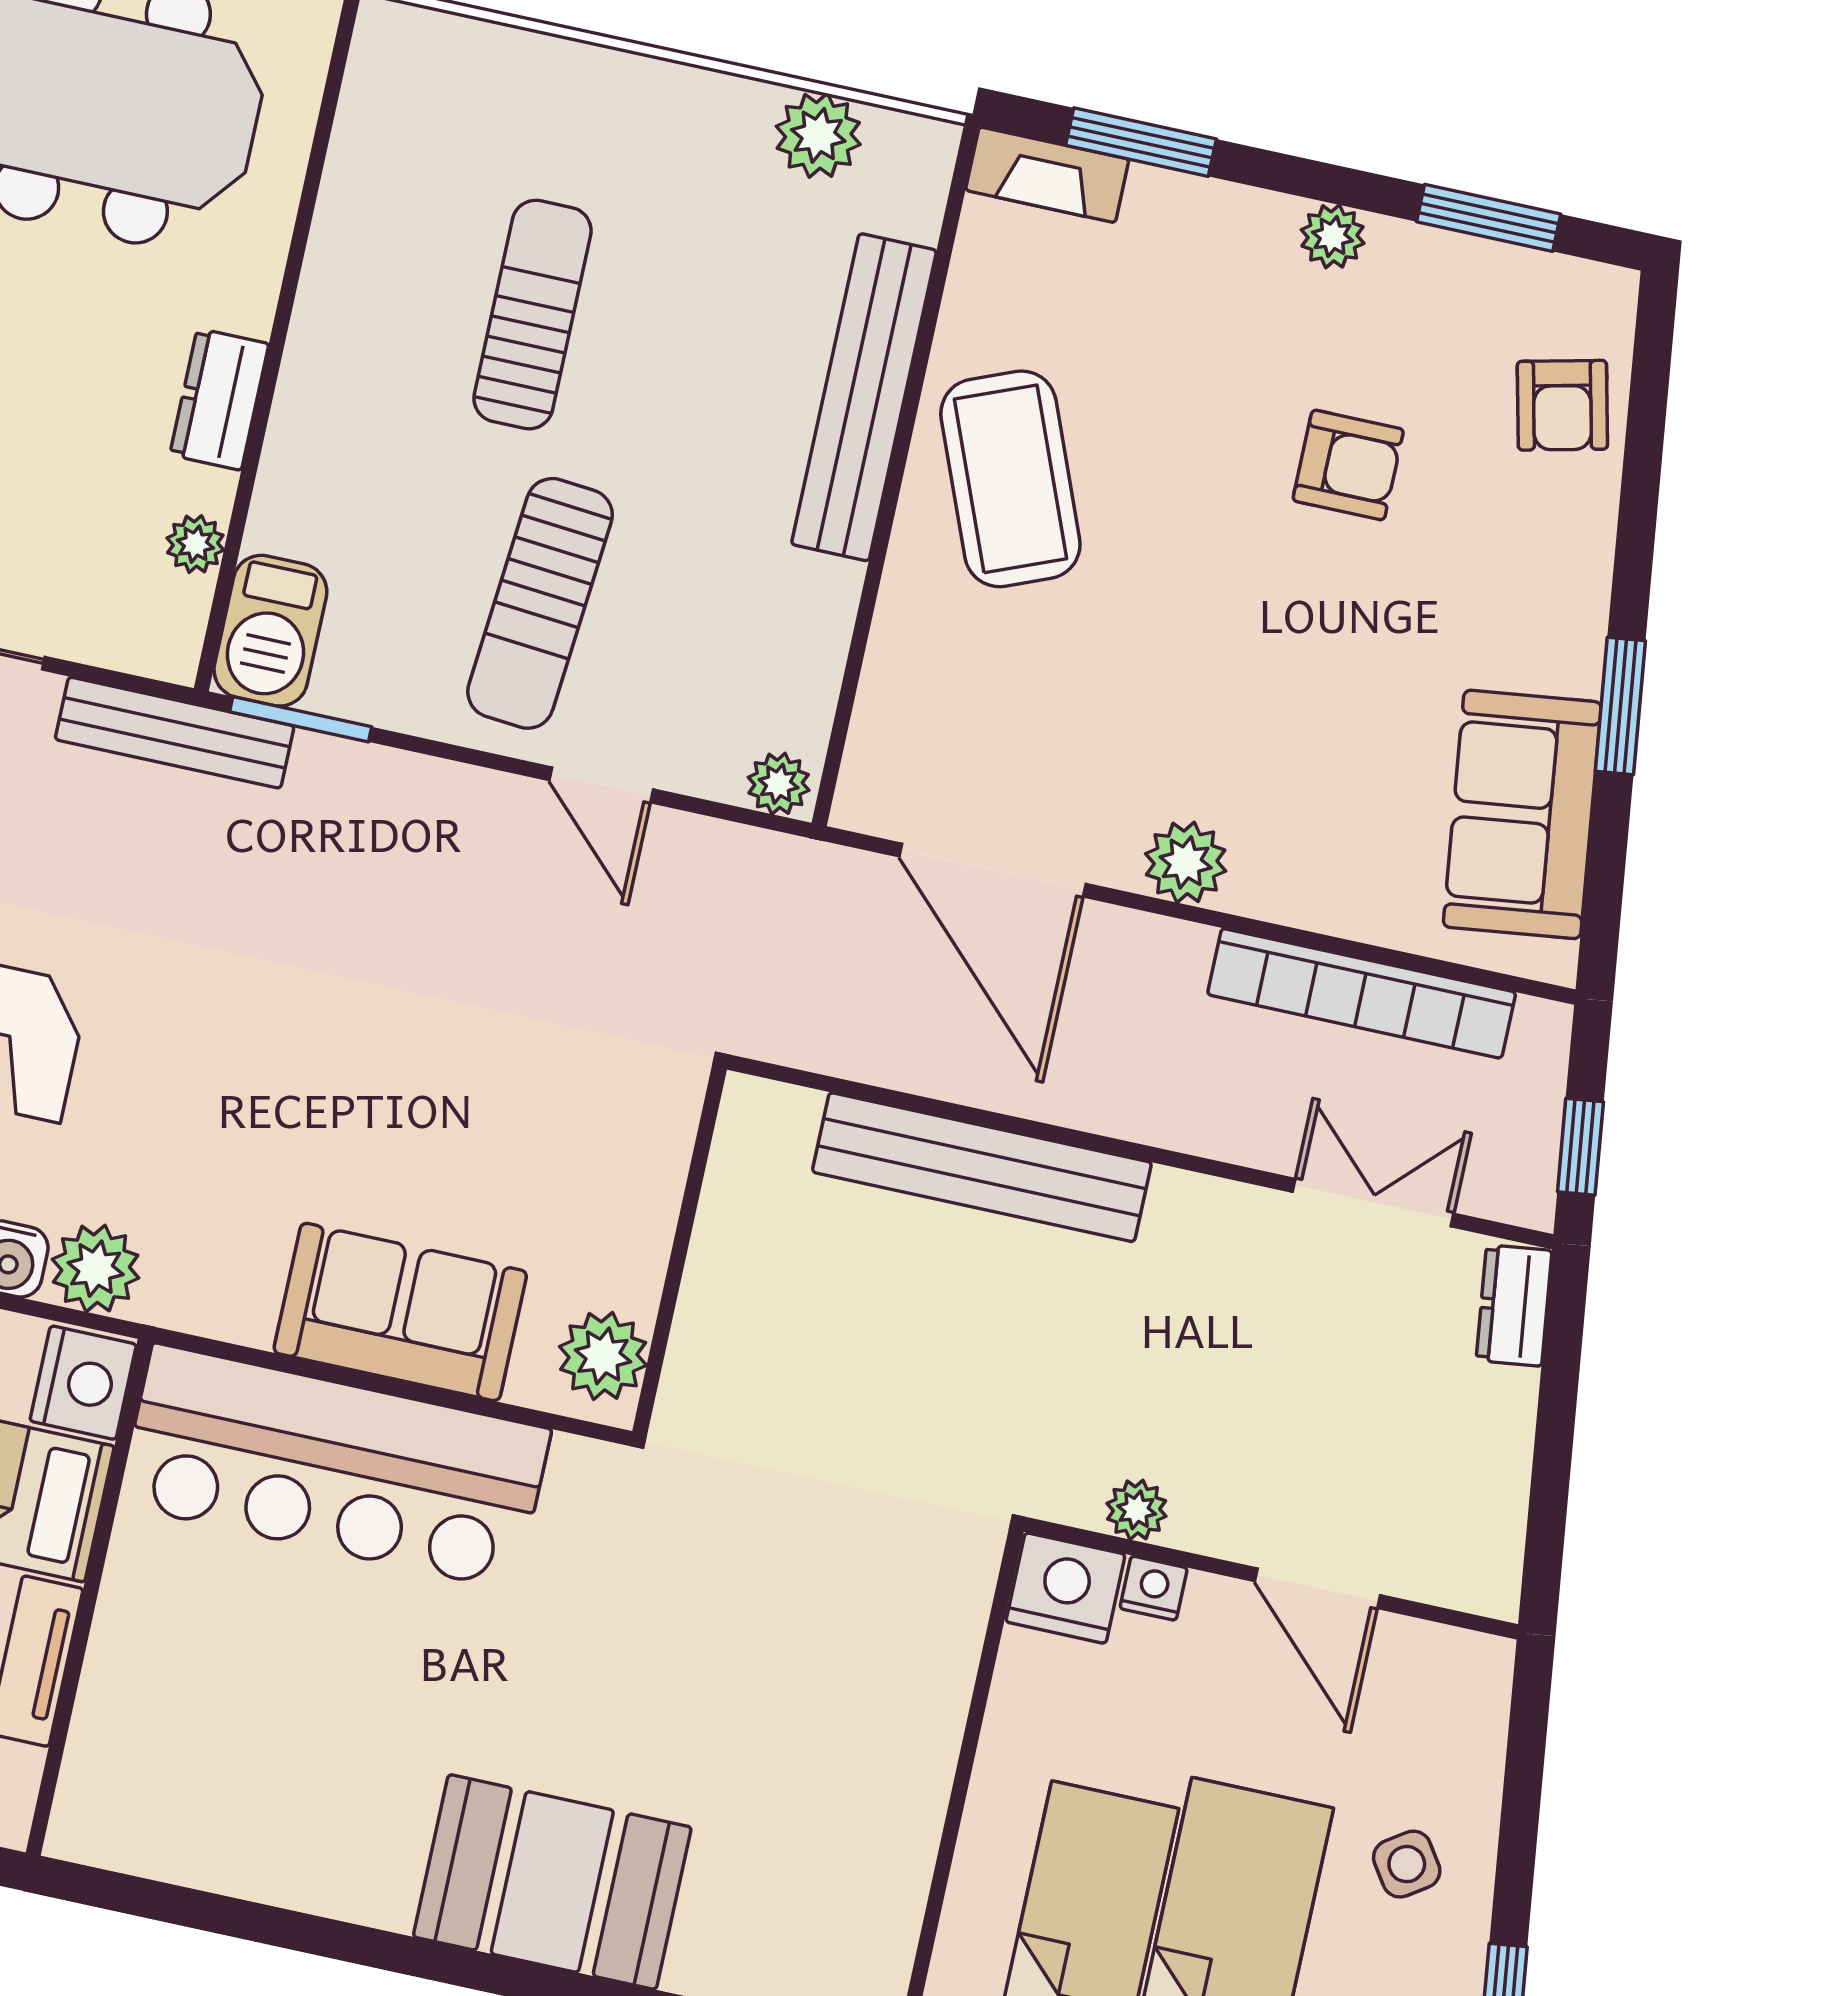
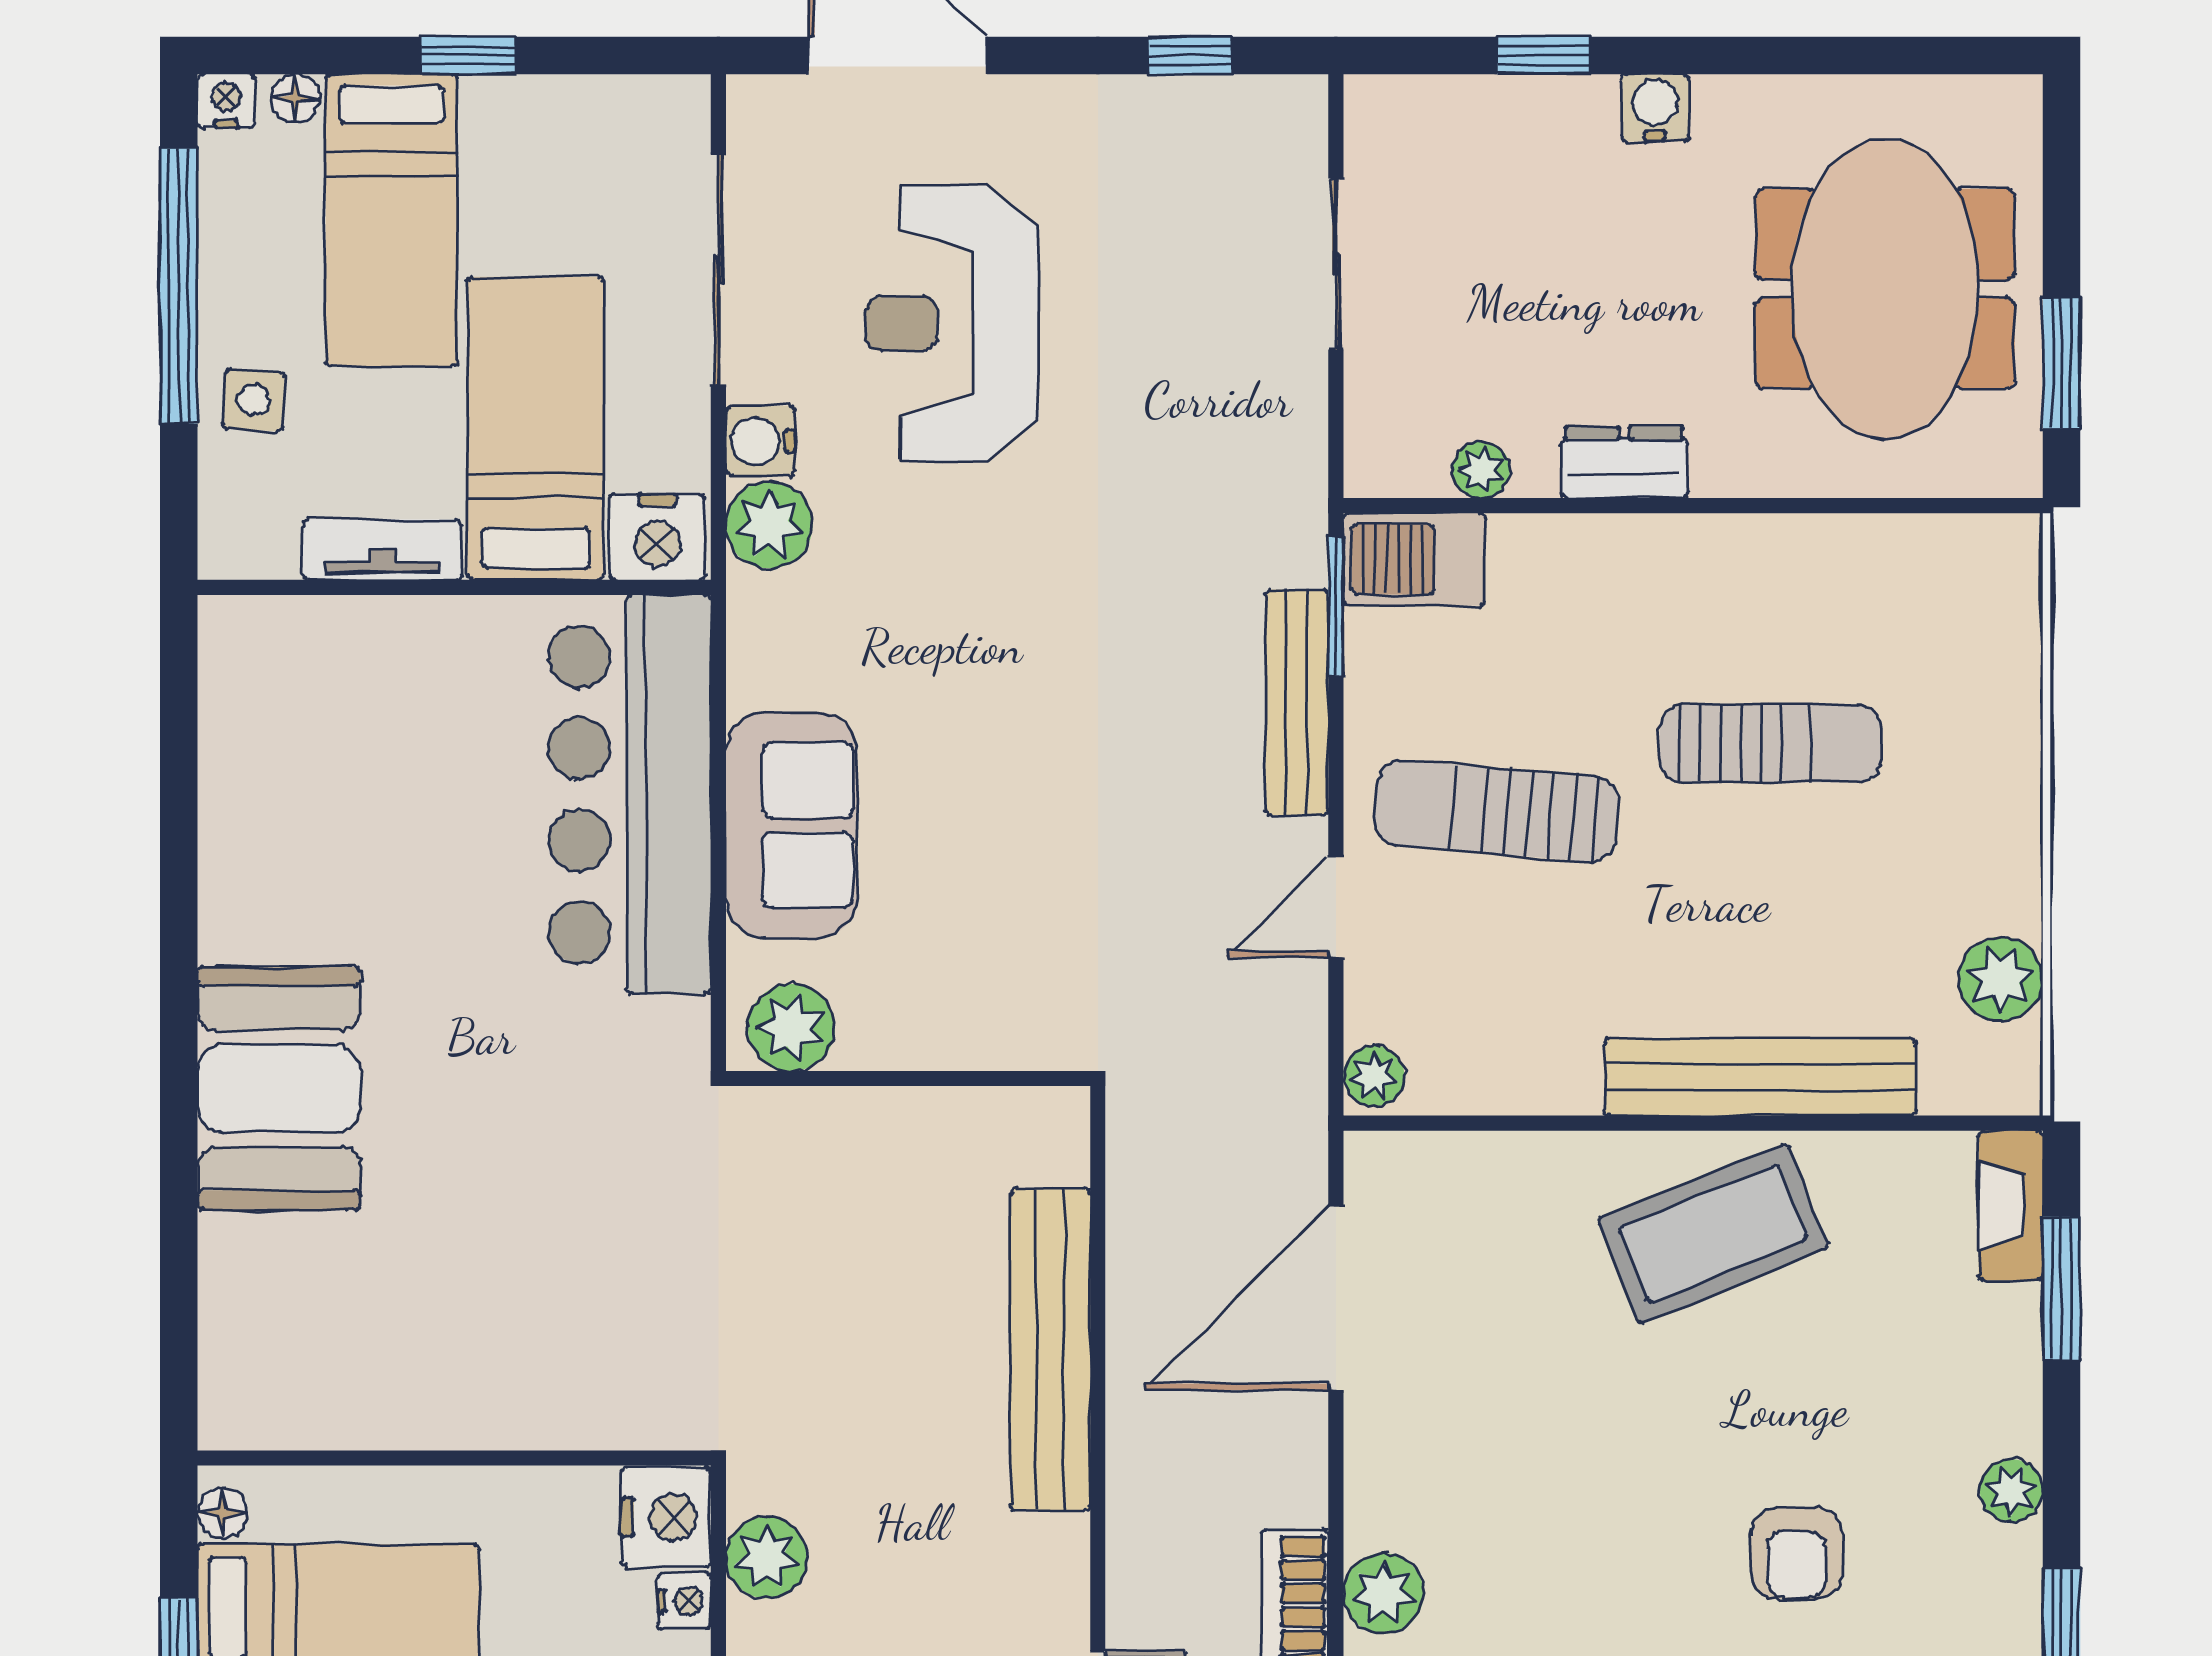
bench: (175, 733) -> (1297, 702), moved
plant: (1186, 862) -> (1383, 1593), moved
plant: (1137, 1510) -> (767, 1557), width x1.38, depth x1.38

